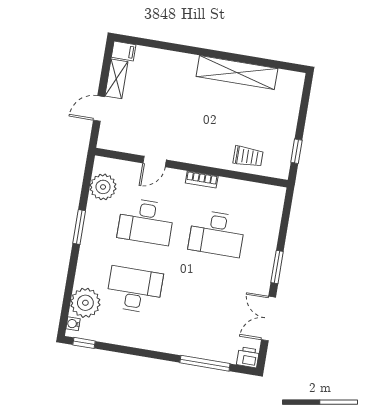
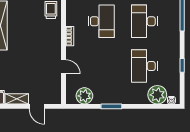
desk: (146, 222) -> (144, 21), moved, turned 180
window: (84, 343) -> (182, 65), moved

